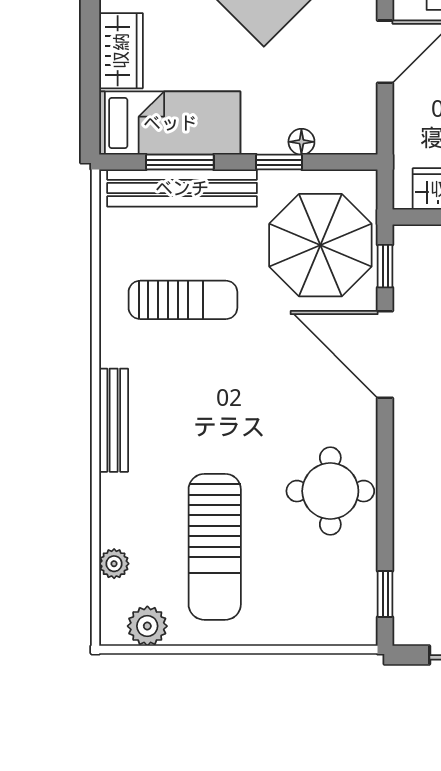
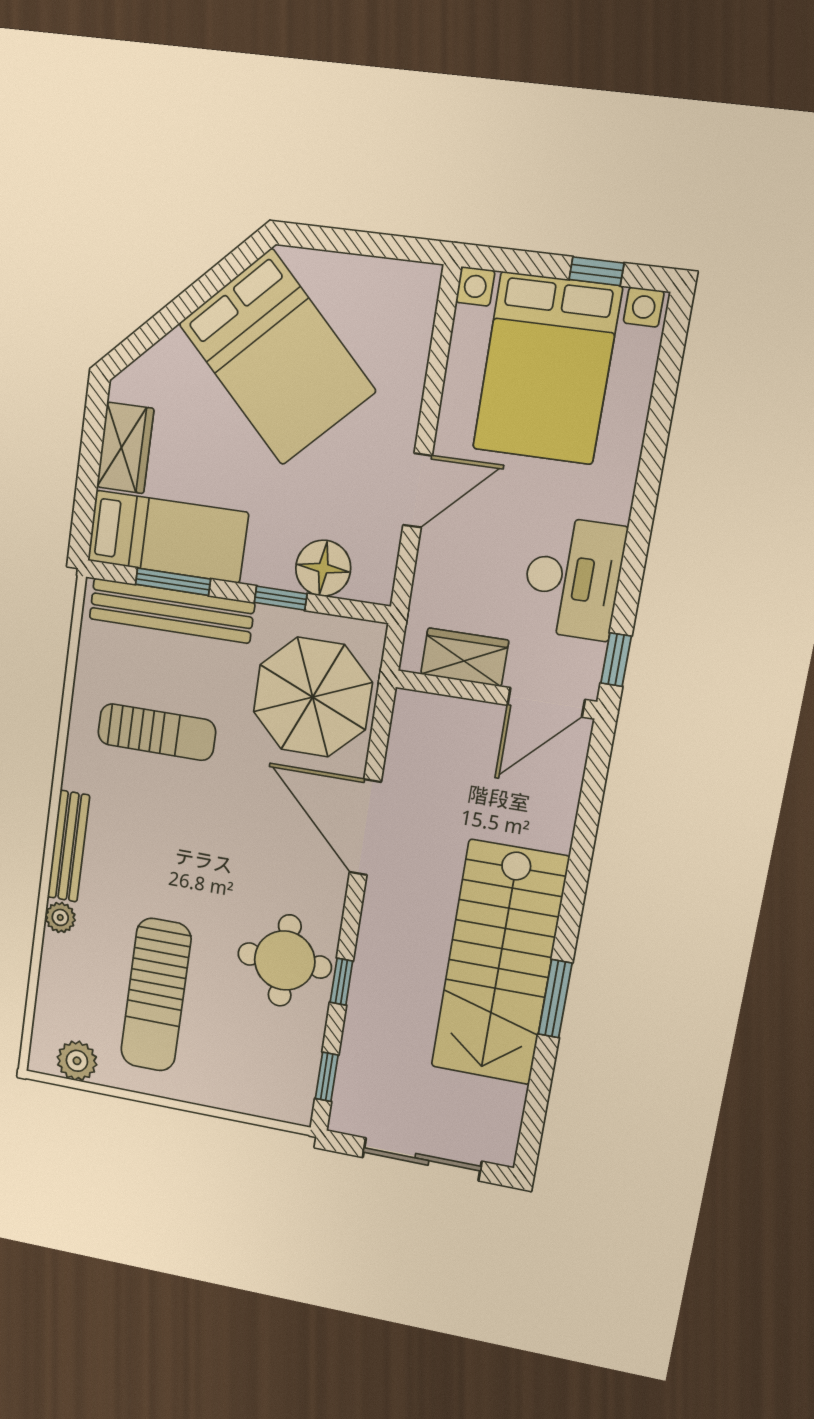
floor lamp: (301, 142) -> (323, 568), width x1.89, depth x1.89
window: (385, 266) -> (341, 982), moved
plant: (114, 564) -> (60, 917), moved

